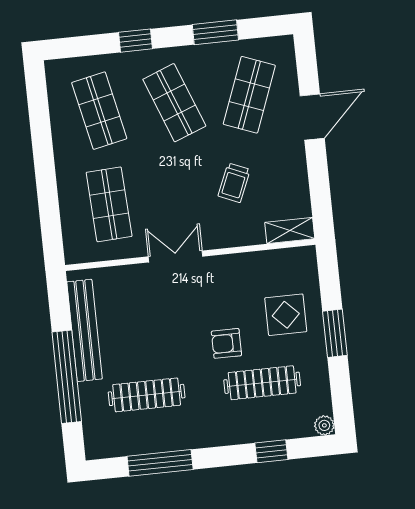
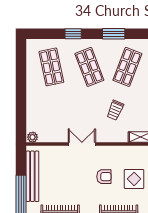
shop shelf: (109, 204) -> (51, 114), removed
plant: (77, 253) -> (33, 137), added
armchair: (226, 343) -> (104, 177), moved, turned 180

